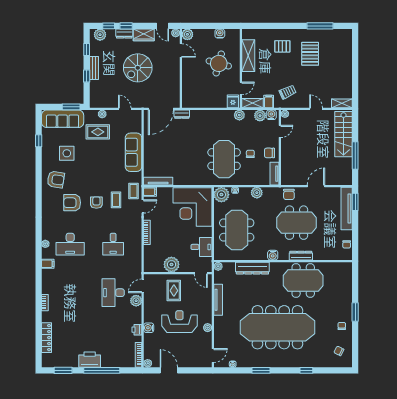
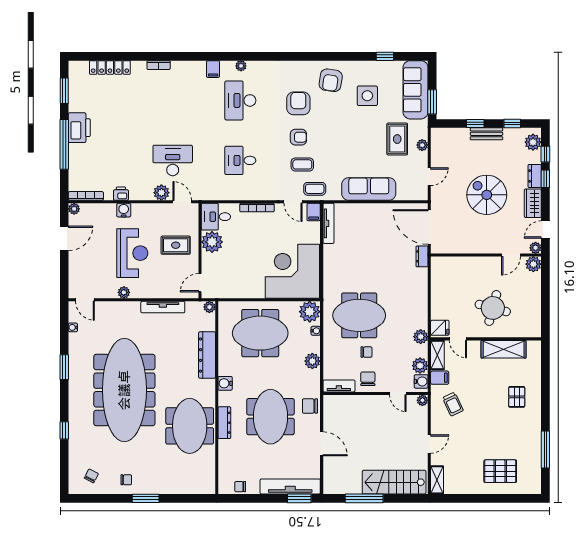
water cooler: (220, 33) -> (535, 309), removed
pallet: (310, 54) -> (500, 471), moved
desk: (201, 247) -> (216, 217), moved, turned 90

